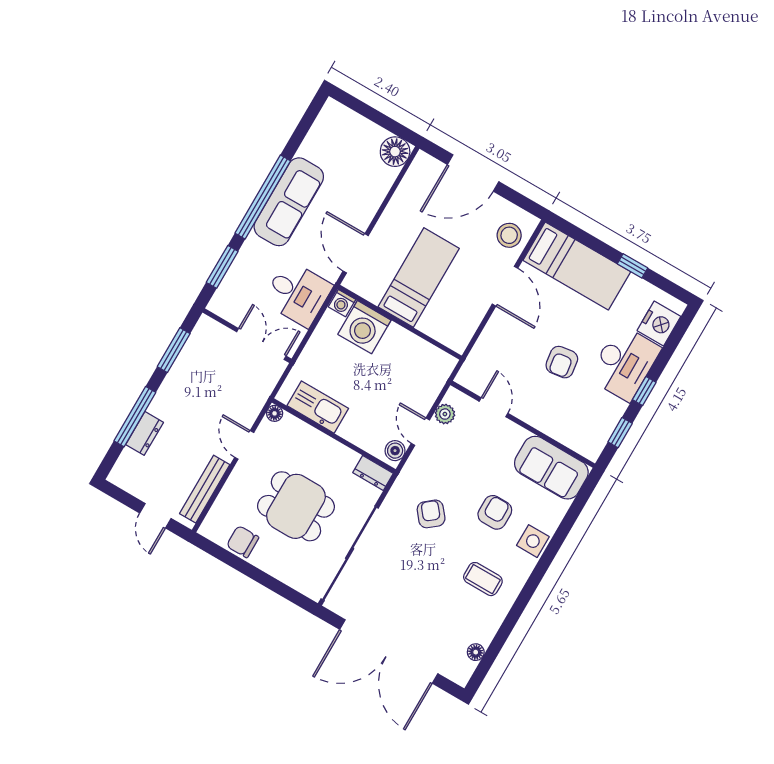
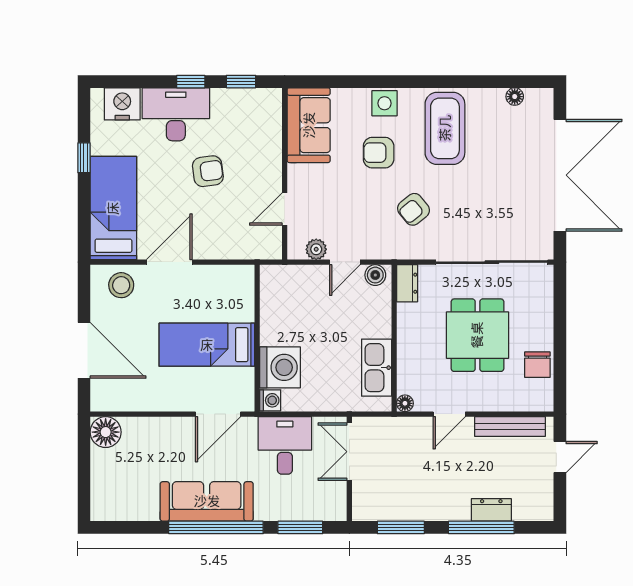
coffee table: (483, 579) -> (445, 128), width x1.86, depth x1.72

